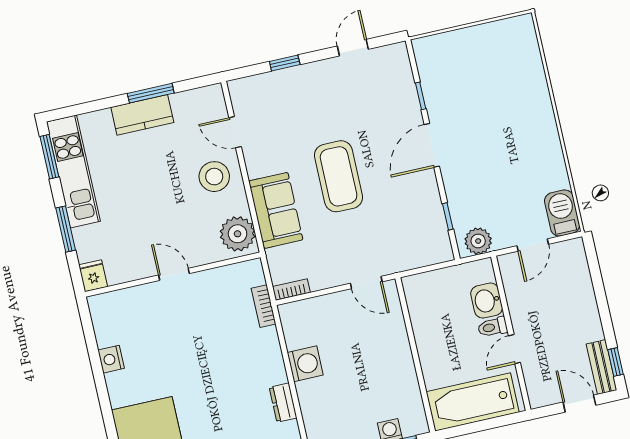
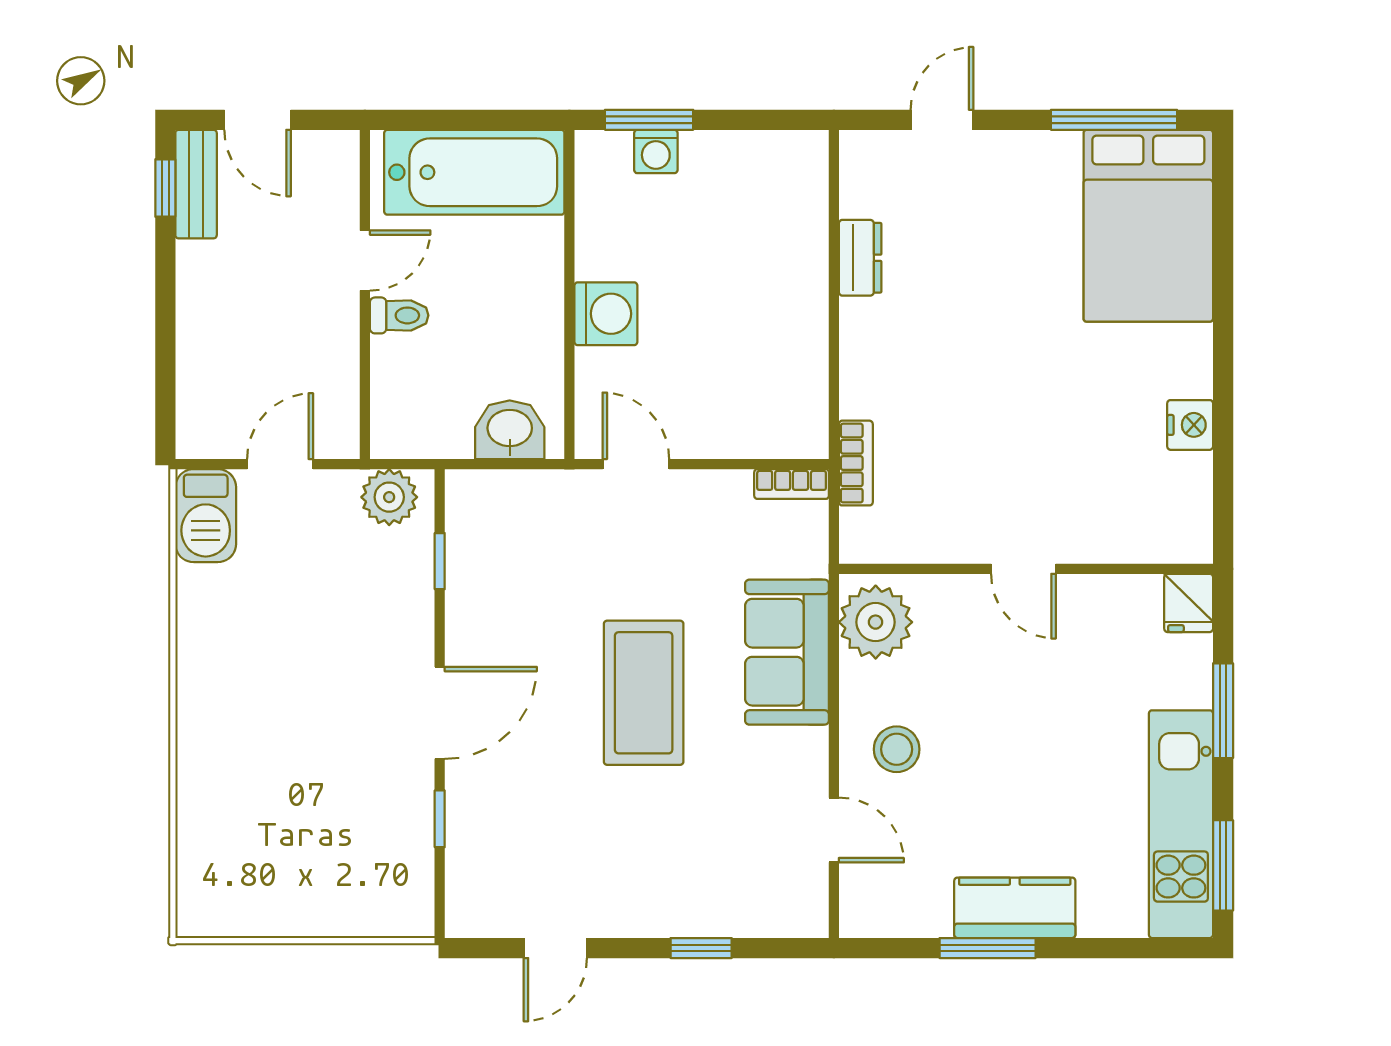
stool: (214, 177) -> (897, 749), width x0.73, depth x0.73
washbasin: (487, 301) -> (510, 430), moved, turned -90
washing machine: (305, 364) -> (606, 314), moved, turned 180

